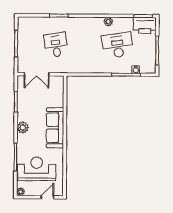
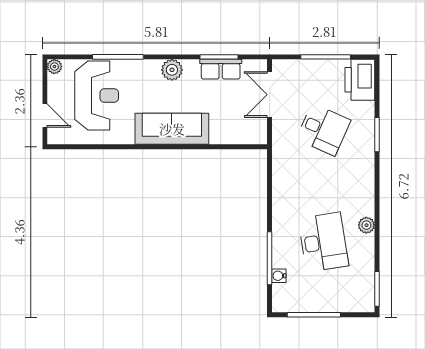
printer: (145, 25) -> (360, 80), moved
desk: (56, 45) -> (323, 130), turned 33
row of seats: (23, 101) -> (221, 69), added

